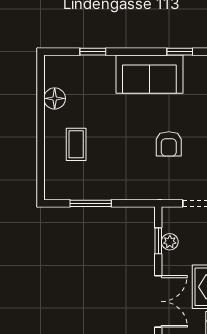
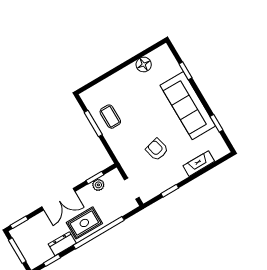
sofa: (149, 74) -> (188, 106), width x1.36
coffee table: (76, 144) -> (110, 117), moved, turned 90
armchair: (169, 144) -> (157, 149), turned 76

